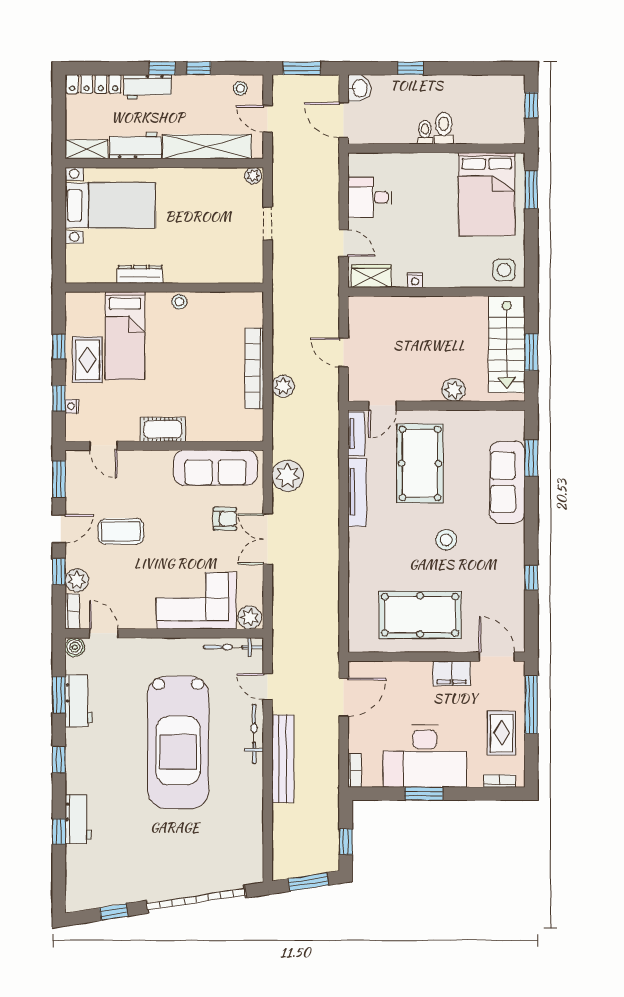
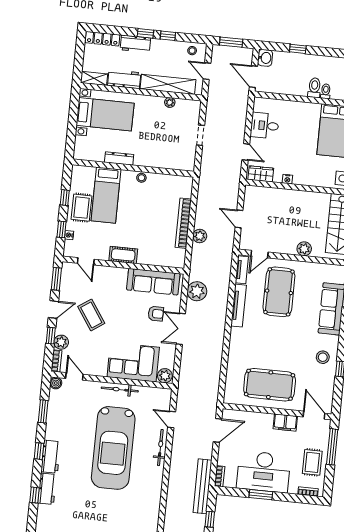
toilet: (425, 132) -> (326, 91), moved
plant: (253, 176) -> (170, 102), moved
coffee table: (121, 531) -> (91, 315), turned 56
stool: (446, 540) -> (323, 357), moved
bicycle: (234, 647) -> (120, 390), moved
workbench: (79, 701) -> (51, 457), moved
bench: (283, 759) -> (202, 486), moved

